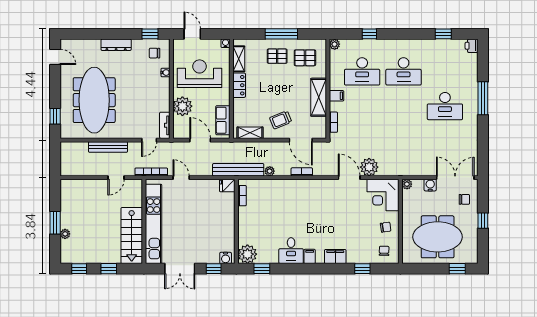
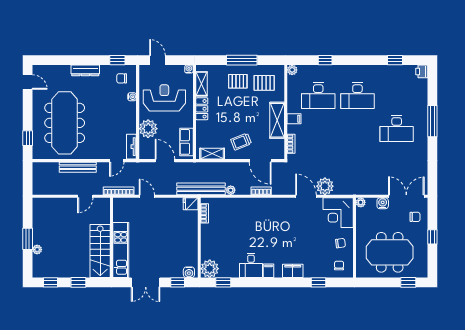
kitchen unit: (154, 224) -> (121, 250), width x0.73

